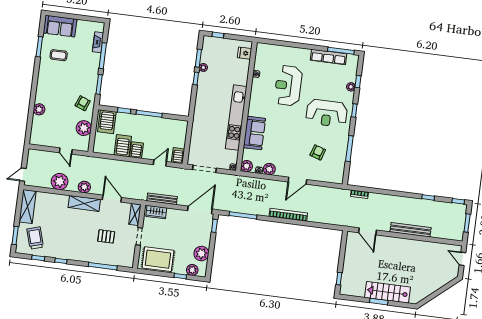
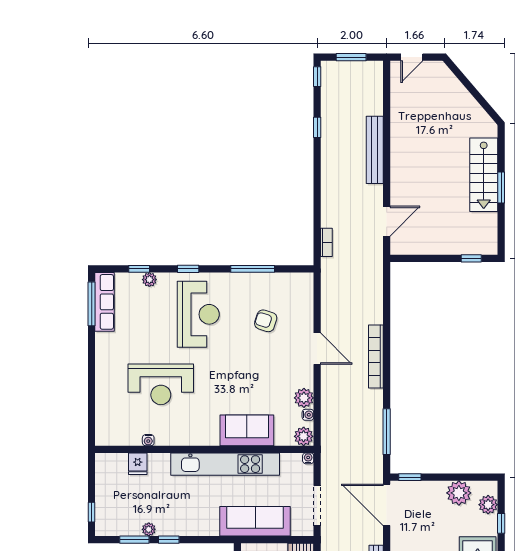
fridge: (245, 53) -> (138, 464), moved
row of seats: (329, 57) -> (105, 302), moved
sofa: (200, 131) -> (255, 521), added

